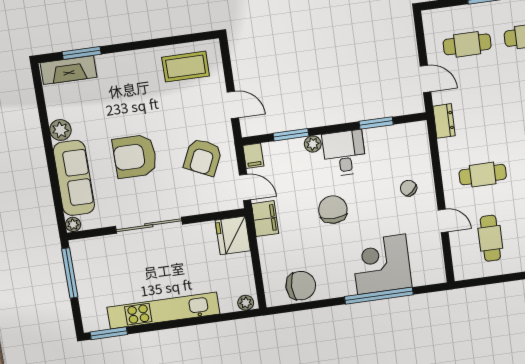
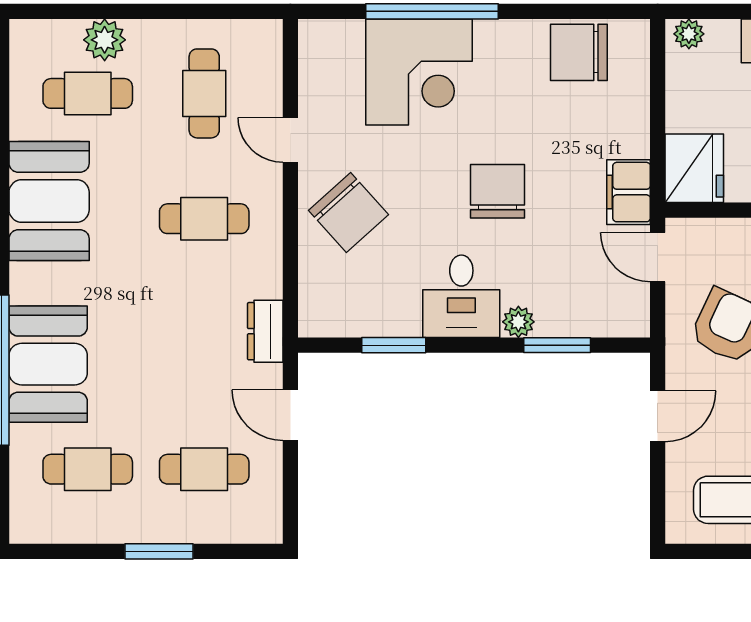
door: (233, 105) -> (658, 416), swing flipped
filing cabinet: (253, 156) -> (633, 315), removed
chair: (409, 188) -> (348, 212), width x1.87, depth x1.87
chair: (333, 210) -> (498, 191), turned 180

